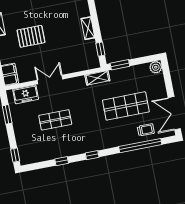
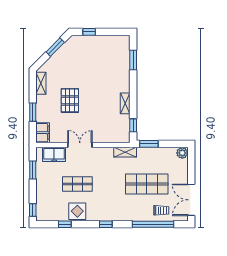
pallet: (31, 36) -> (70, 100), turned 90
display table: (61, 148) -> (77, 211), added
window: (62, 161) -> (65, 224), moved

